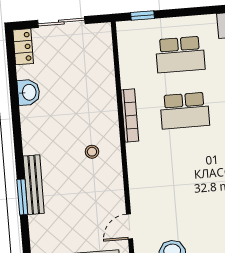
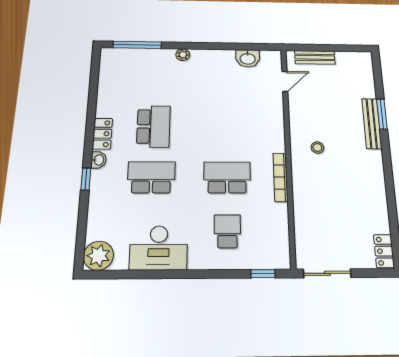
sliding door: (61, 22) -> (327, 273), moved
school desk: (180, 55) -> (227, 231), width x0.54
washbasin: (29, 92) -> (378, 206), removed

